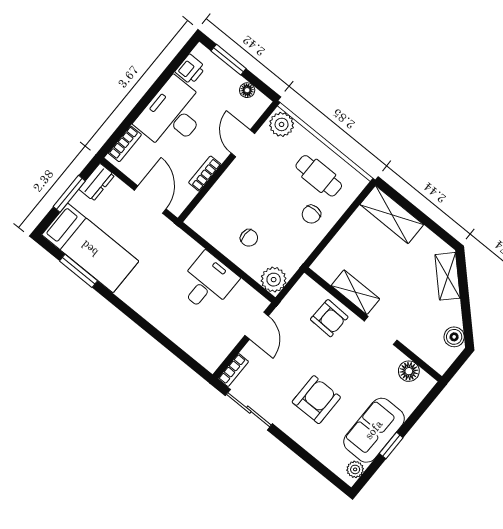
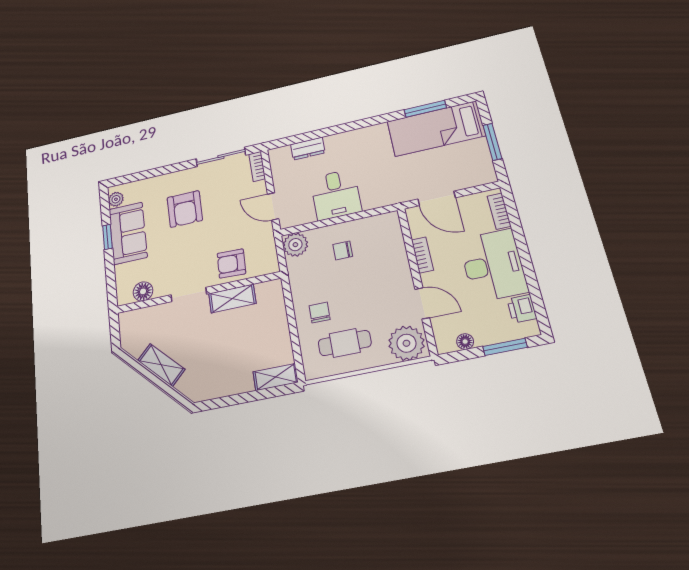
plant: (282, 124) -> (406, 343), width x1.36, depth x1.36
dresser: (97, 182) -> (308, 149), moved, turned -90
shelving: (392, 215) -> (276, 377), width x0.67, depth x0.75
shelving: (448, 276) -> (161, 365), moved
boiler: (454, 337) -> (135, 346), removed

